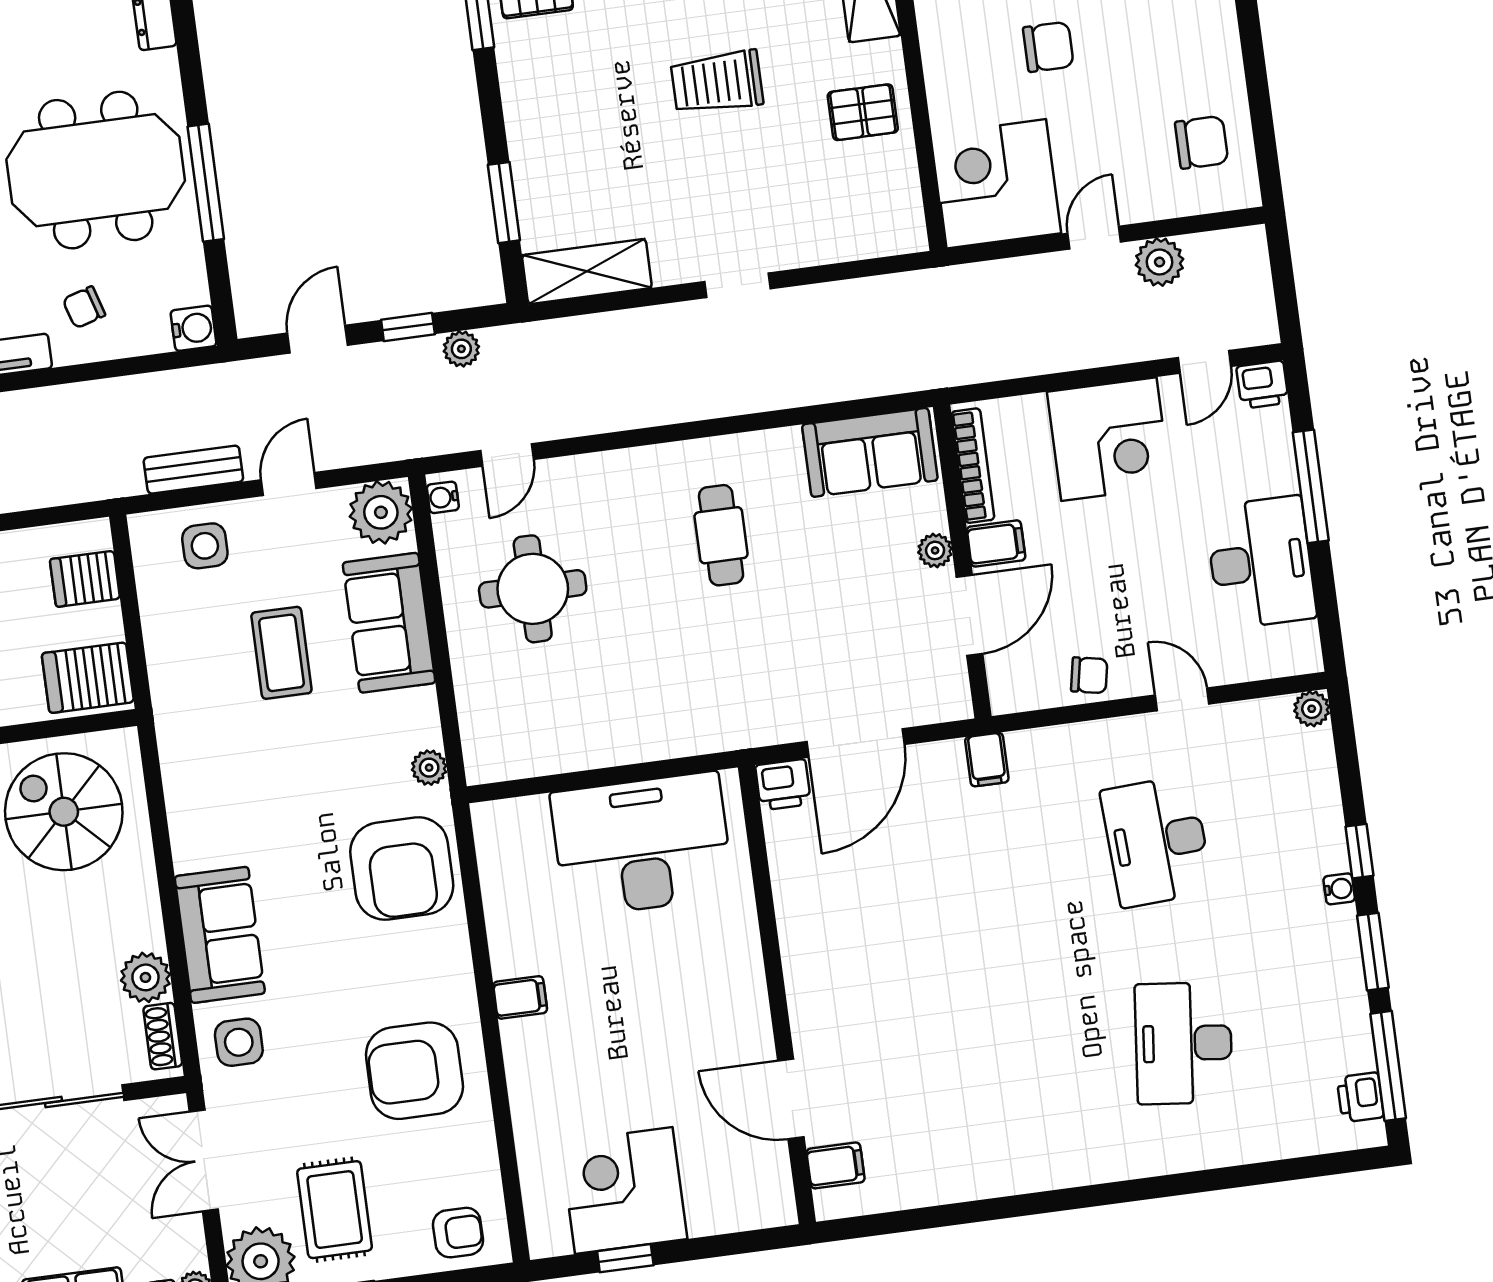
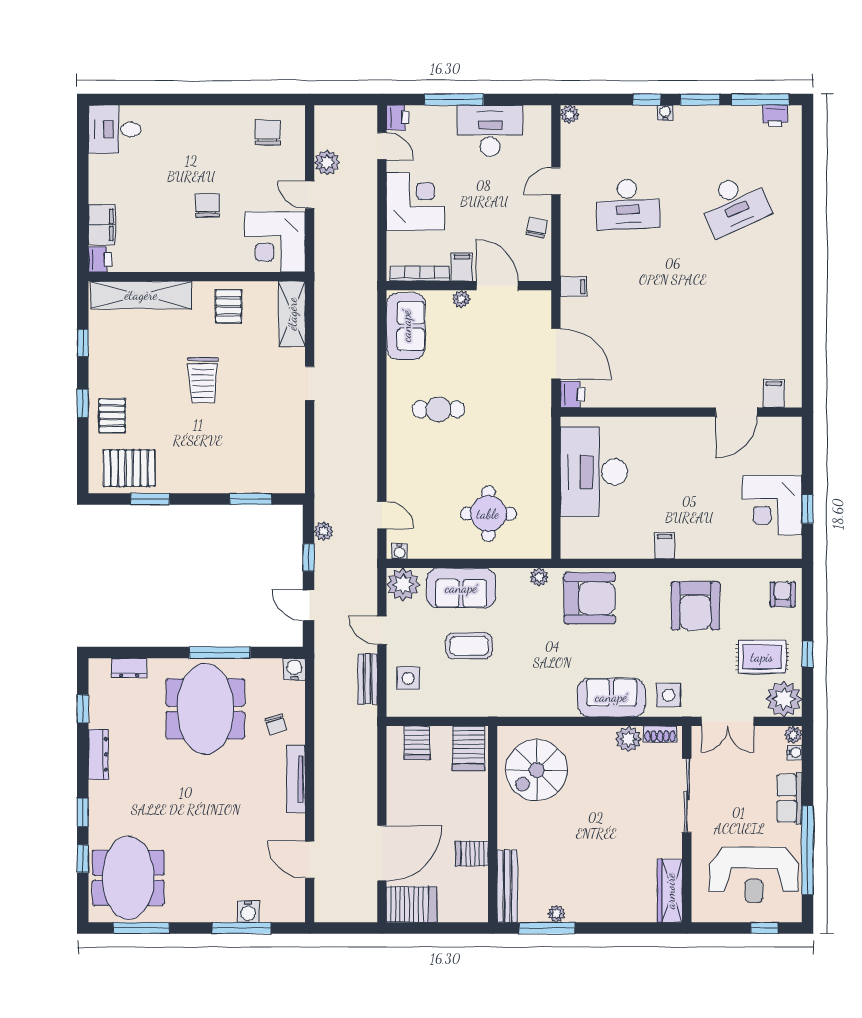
shelving: (587, 271) -> (292, 314), moved
round table: (533, 589) -> (488, 514), moved
desk: (1184, 1043) -> (735, 204), turned -30

